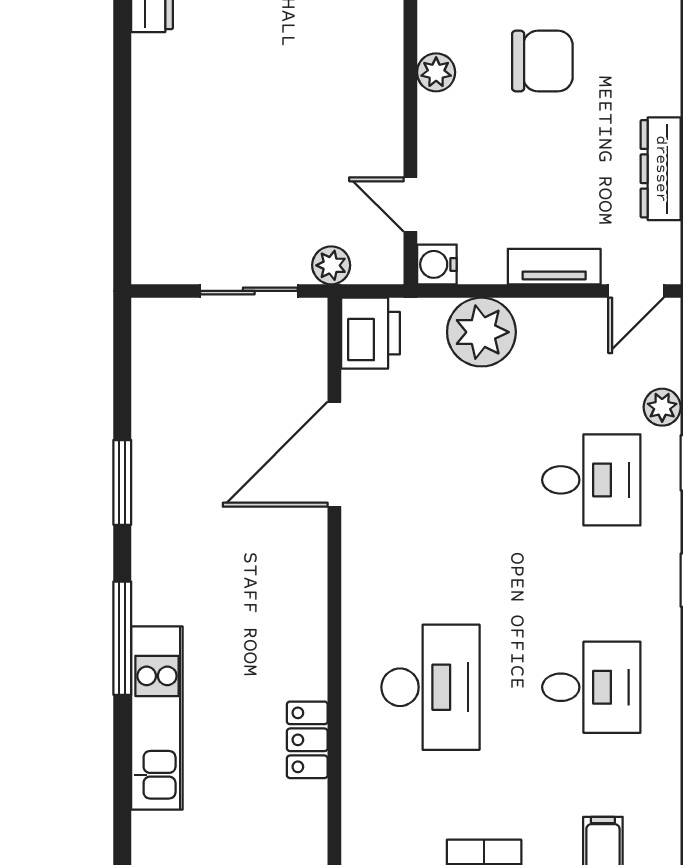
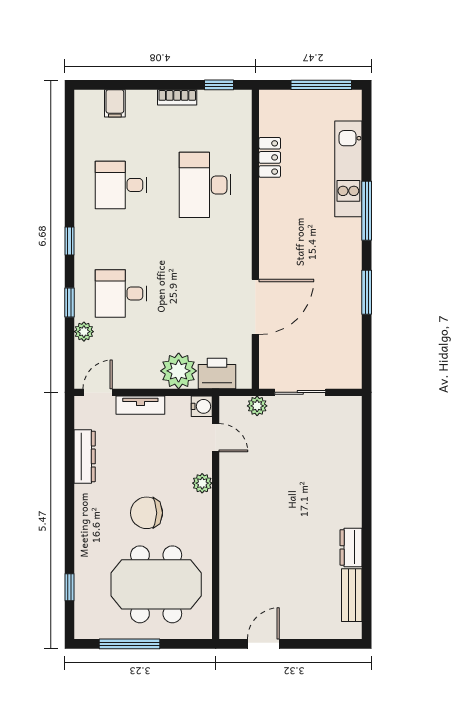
plant: (436, 72) -> (202, 483), moved
printer: (370, 333) -> (217, 374), moved, turned 90

